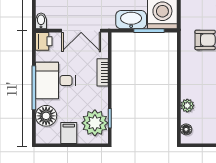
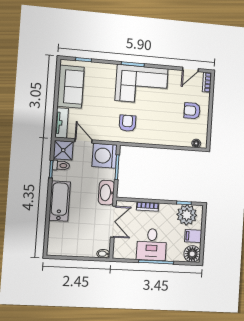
washbasin: (131, 20) -> (106, 193), moved
printer: (44, 41) -> (120, 252), removed
plant: (187, 106) -> (178, 141), removed
floor lamp: (46, 116) -> (192, 254), moved

